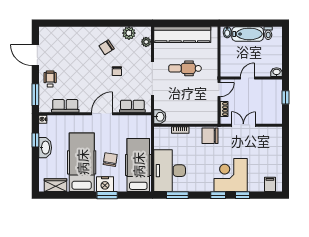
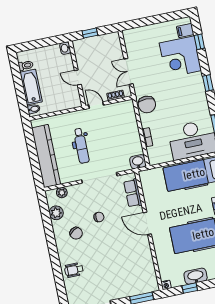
wheelchair: (50, 79) -> (74, 270), moved
row of seats: (65, 106) -> (147, 264), removed
chair: (110, 160) -> (194, 205), removed
corner desk: (231, 175) -> (180, 57), moved
window: (242, 195) -> (199, 42), moved

